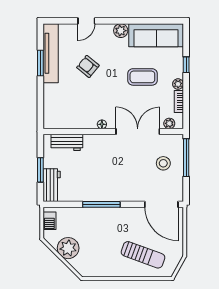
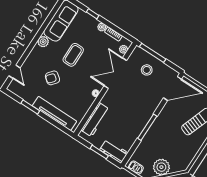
door: (86, 21) -> (15, 72), moved
tv unit: (51, 53) -> (54, 113), moved
coffee table: (142, 77) -> (73, 55), moved
workbench: (67, 142) -> (95, 120), width x1.38

